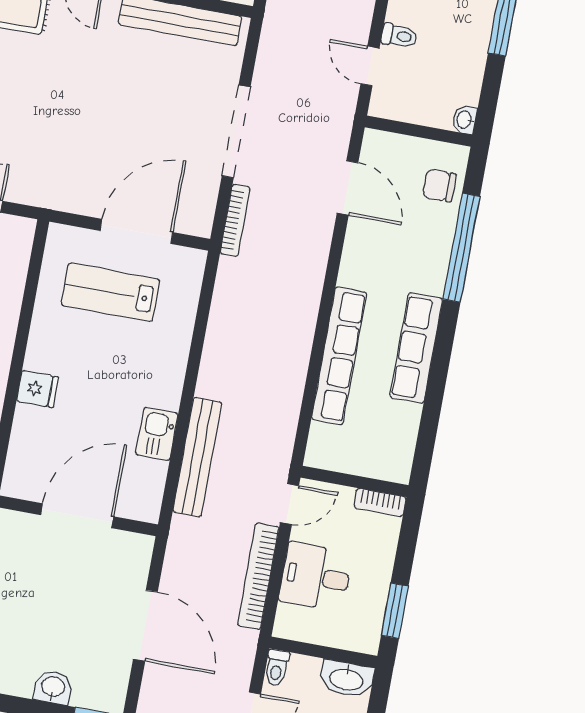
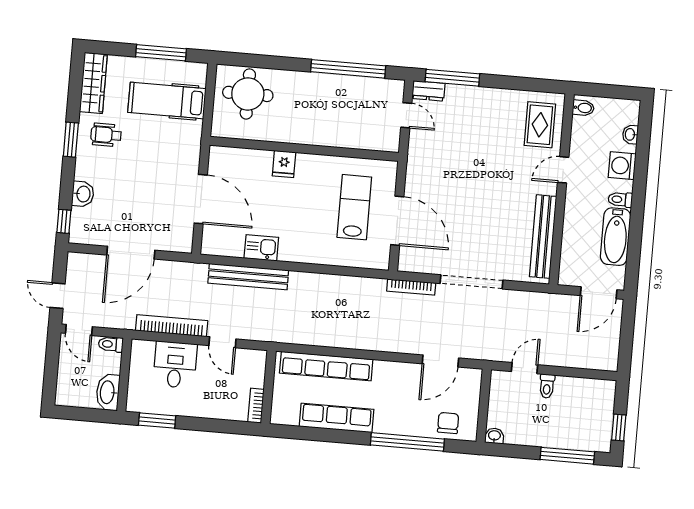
wall: (355, 481) -> (268, 387), moved
bookcase: (380, 502) -> (256, 406), moved

